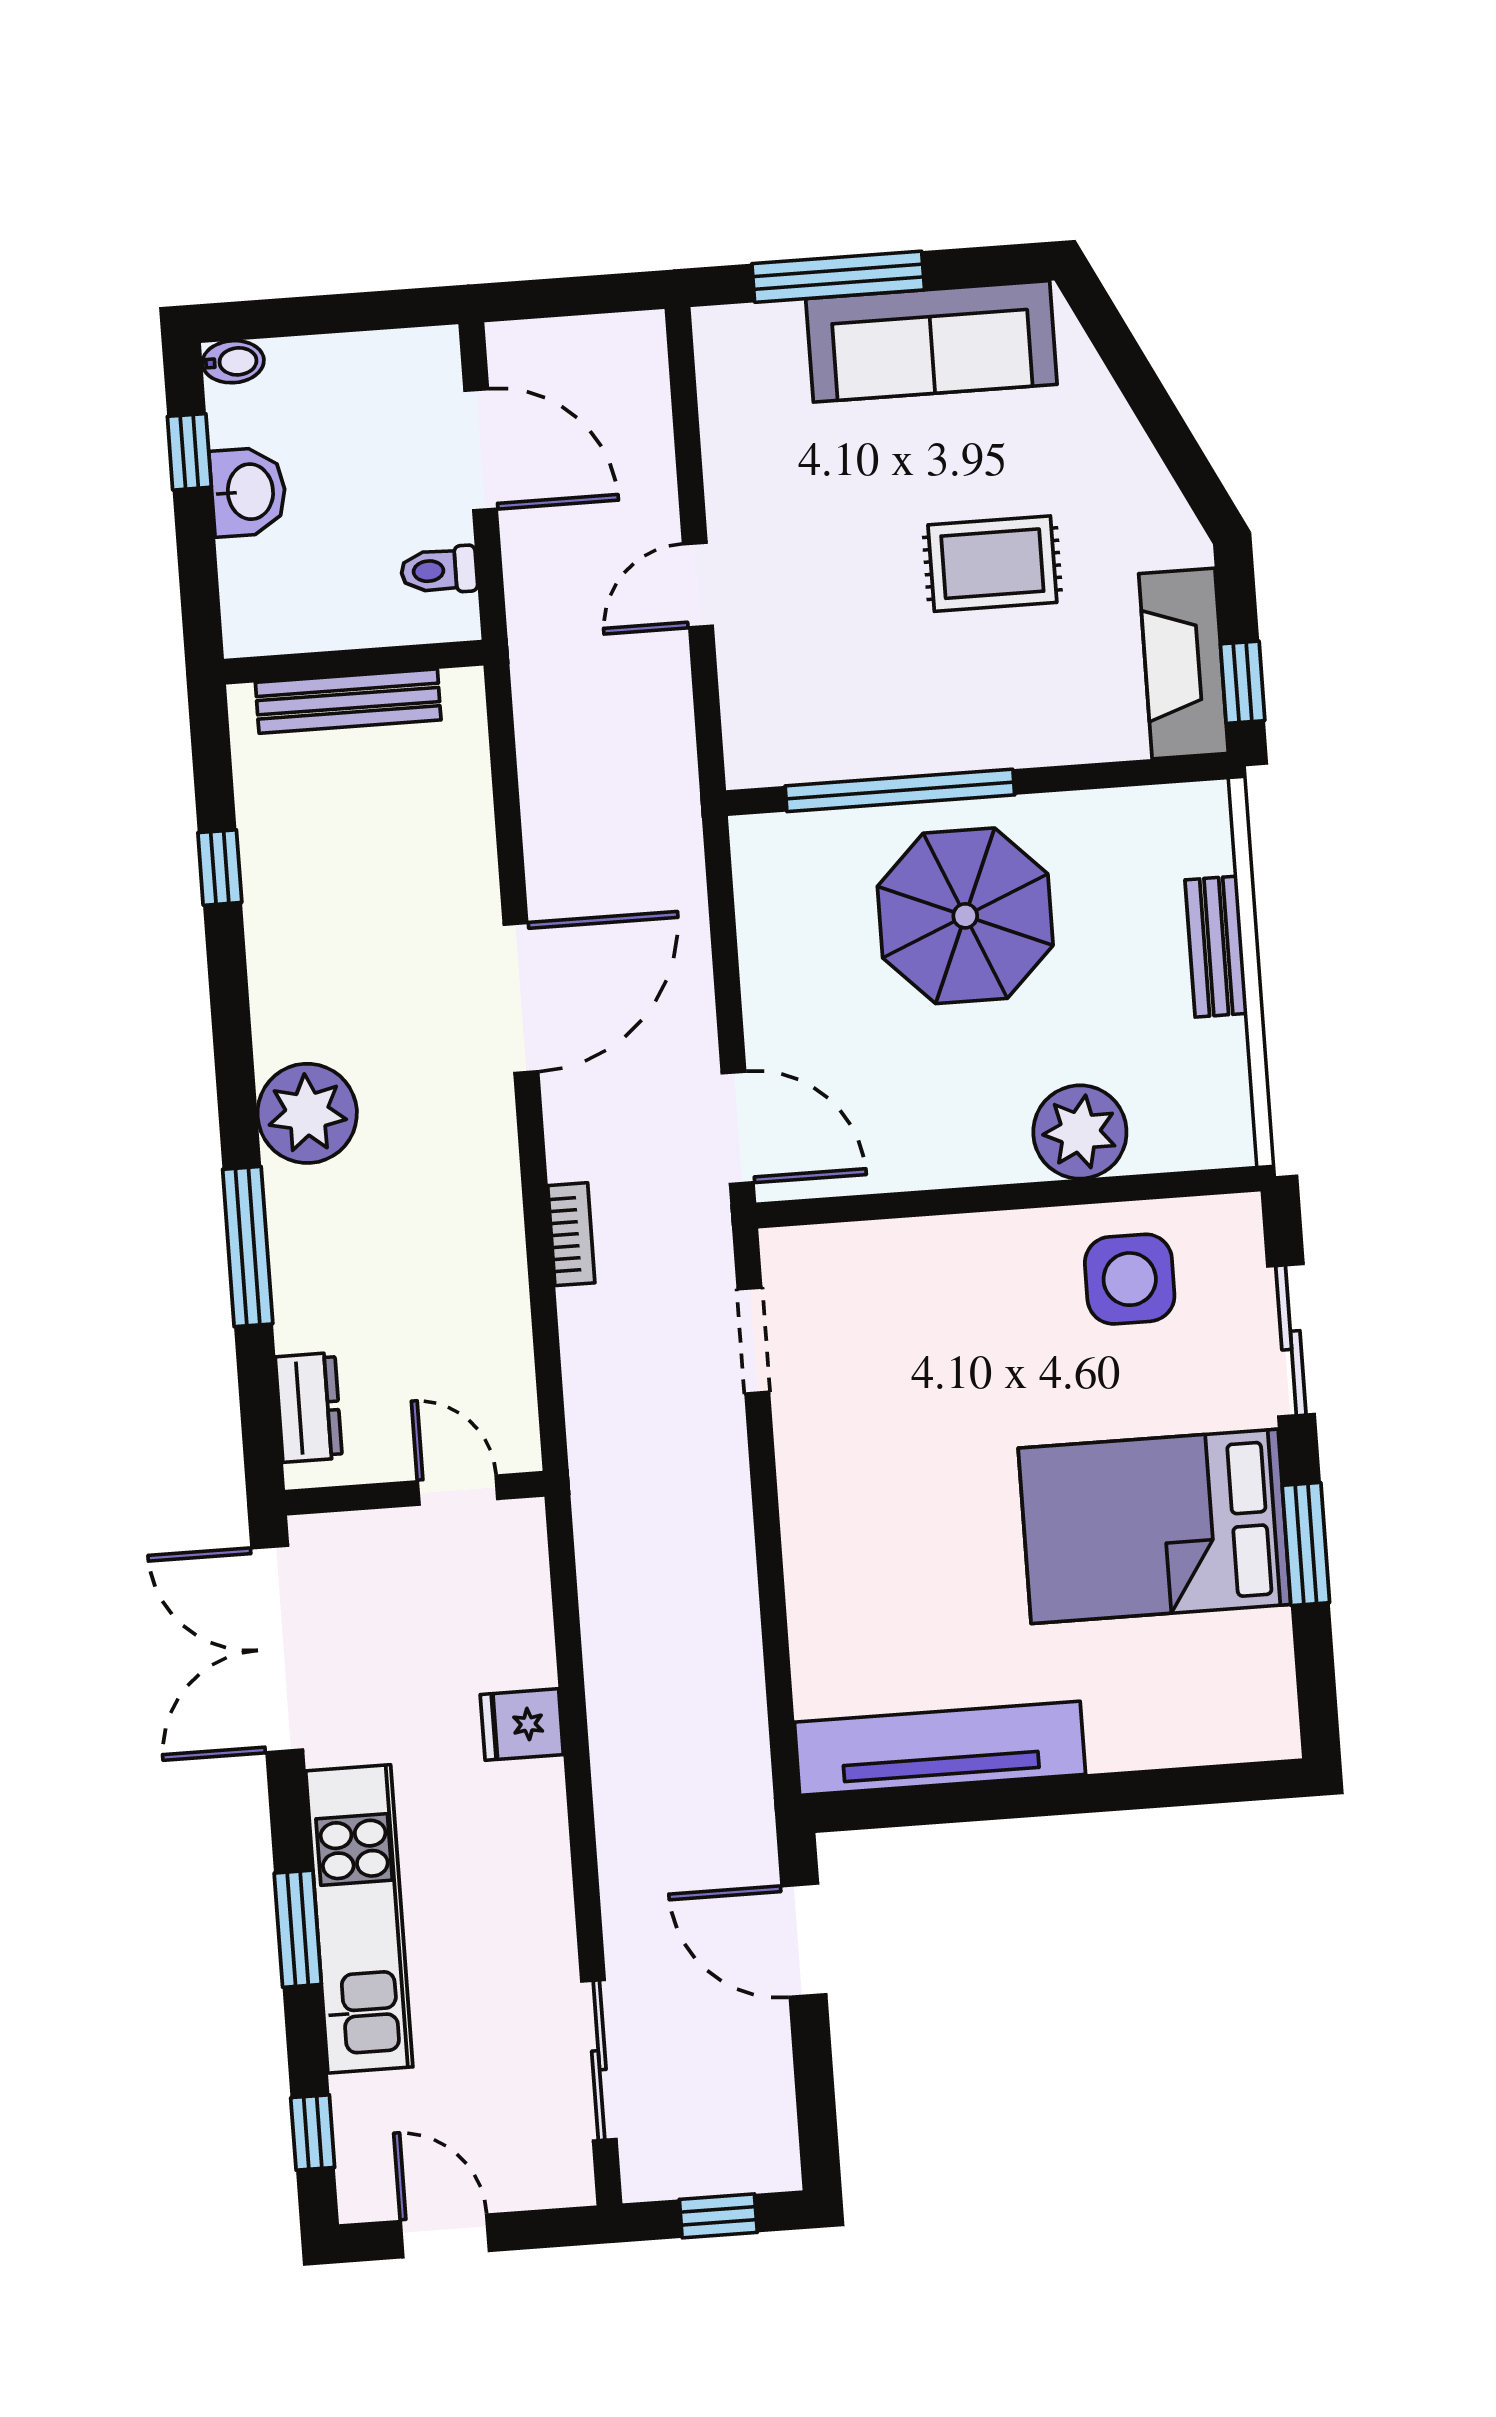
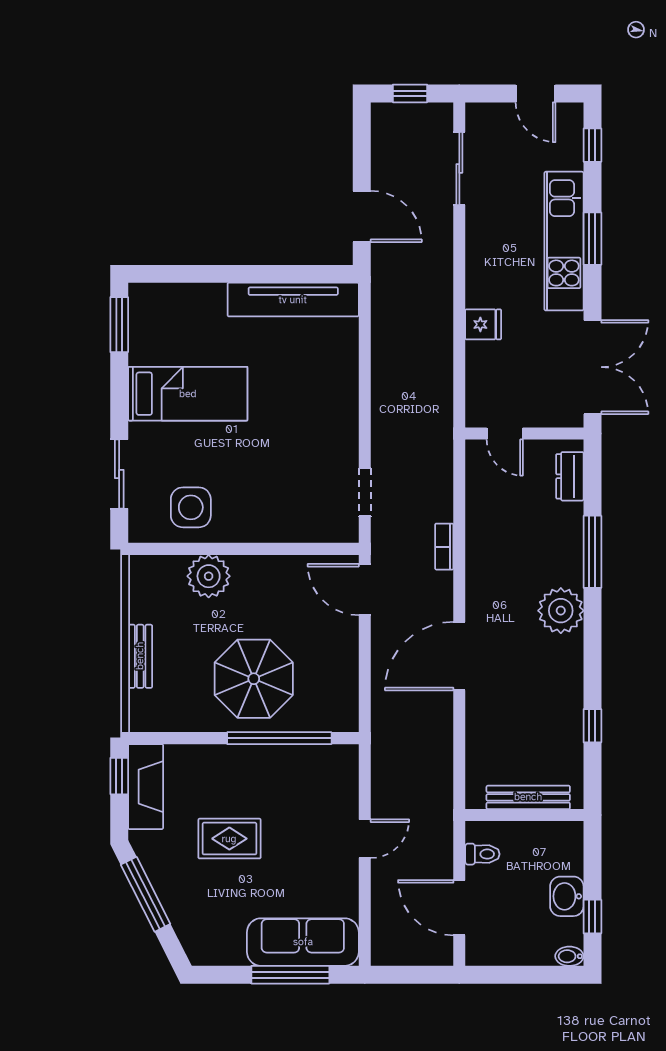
sofa: (931, 341) -> (303, 942), moved
window: (1166, 429) -> (146, 894), added
bed: (1155, 1526) -> (188, 394), width x0.67
window: (1306, 1544) -> (119, 325), moved

